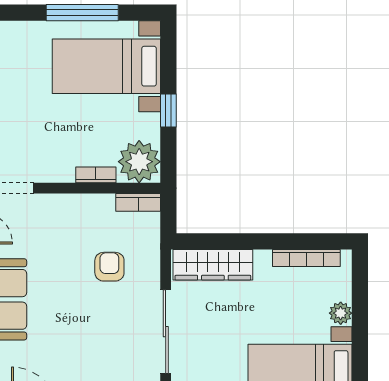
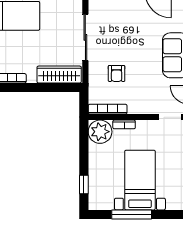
bed with nightstands: (106, 66) -> (140, 180), moved, turned -90
window: (168, 111) -> (84, 185), moved
bookcase: (138, 202) -> (108, 109), width x1.56

